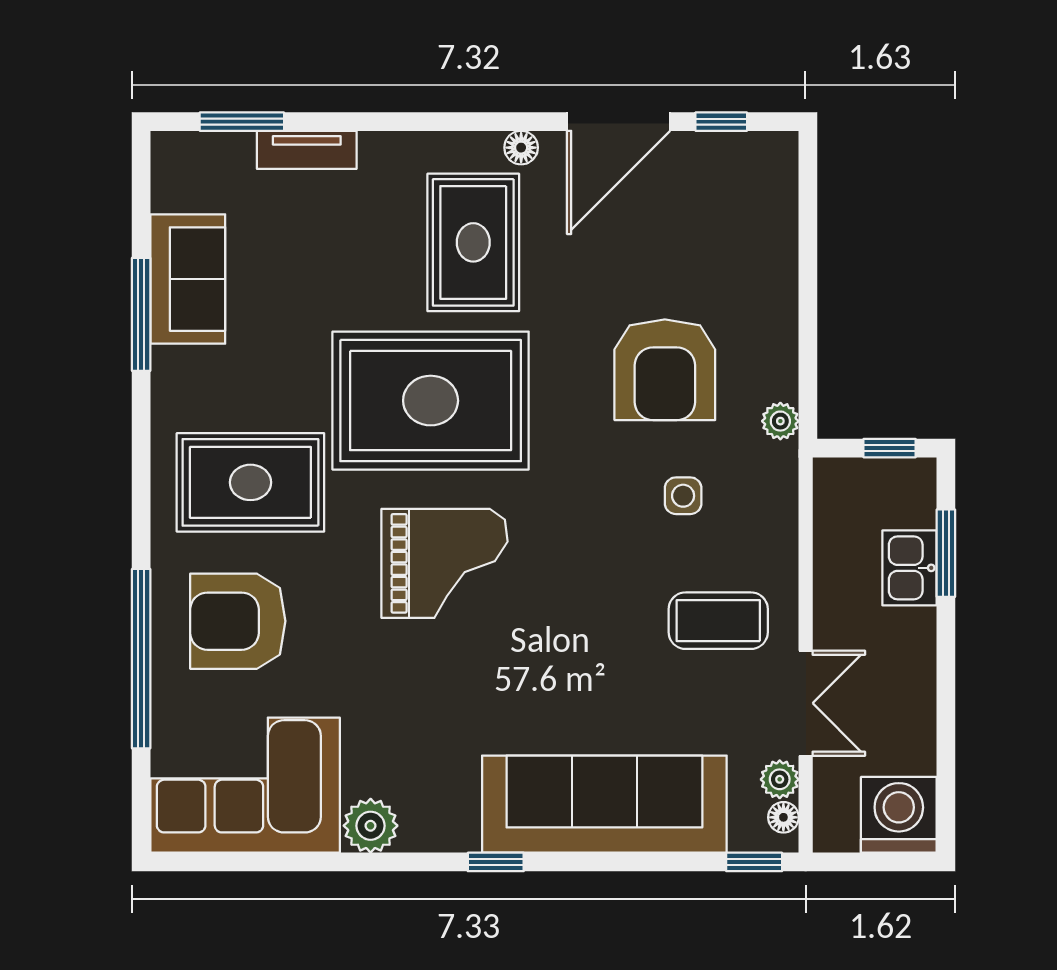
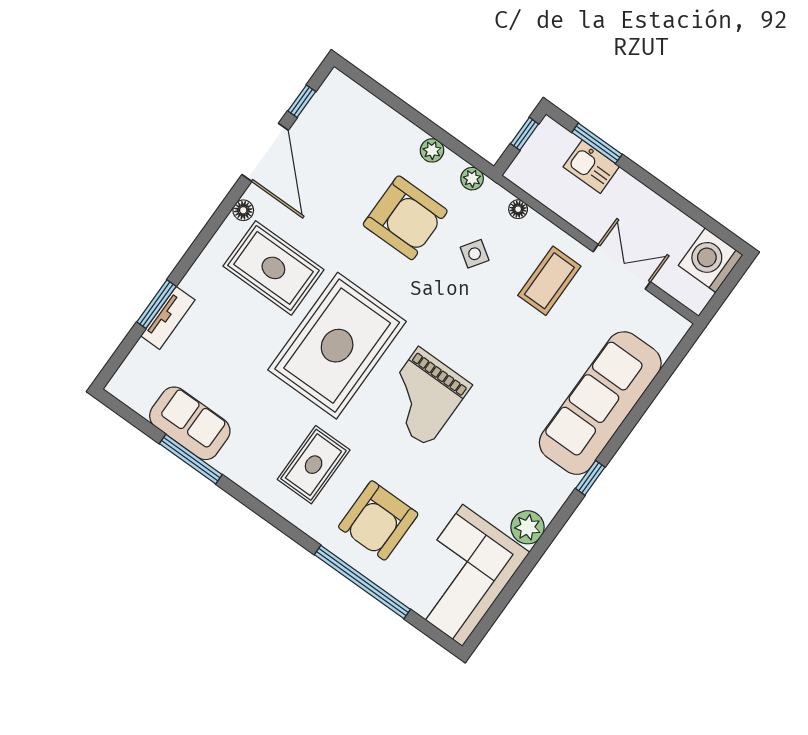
window: (242, 122) -> (156, 304), moved
rug: (250, 482) -> (314, 465), width x0.73, depth x0.70
side table: (683, 496) -> (475, 254), turned 34
grand piano: (444, 563) -> (423, 397), turned 180
plant: (780, 779) -> (432, 150), moved
floor lamp: (783, 817) -> (518, 209), moved
window: (754, 862) -> (682, 349), removed

